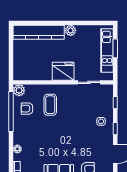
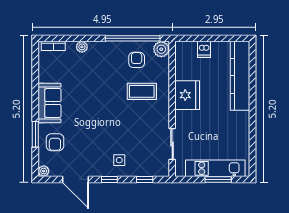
plant: (71, 30) -> (242, 119), removed
dishwasher: (19, 59) -> (204, 49), added
fridge: (63, 71) -> (187, 95), moved

